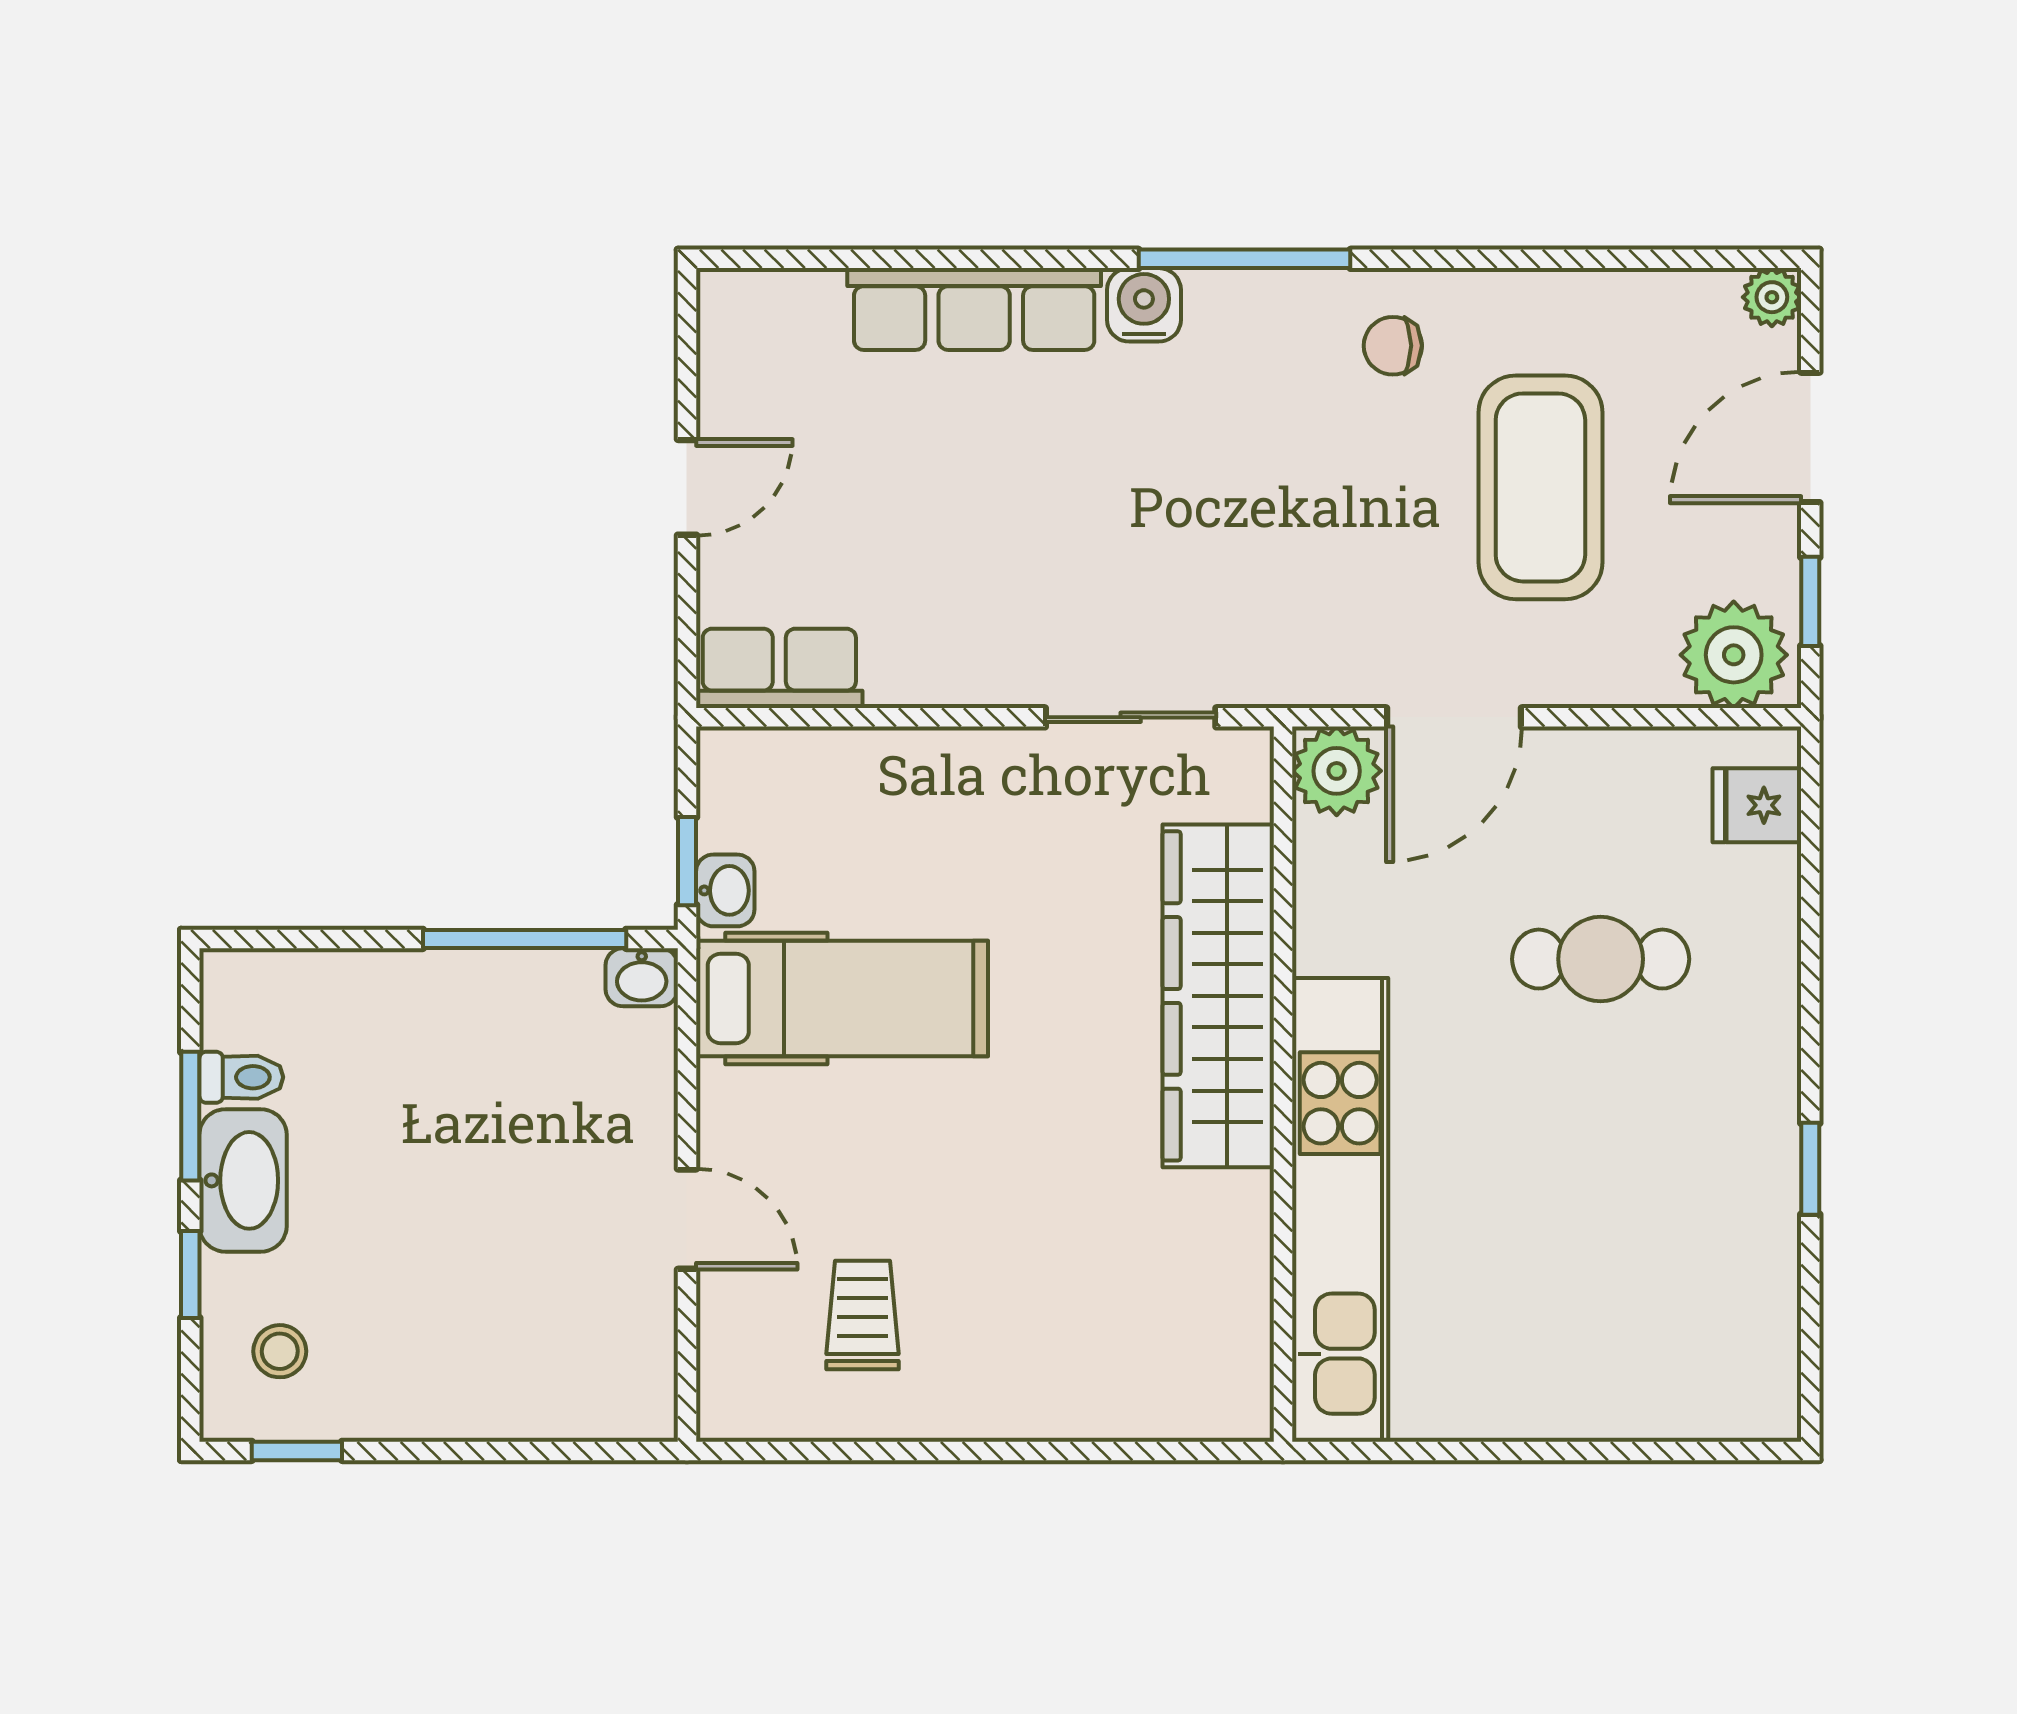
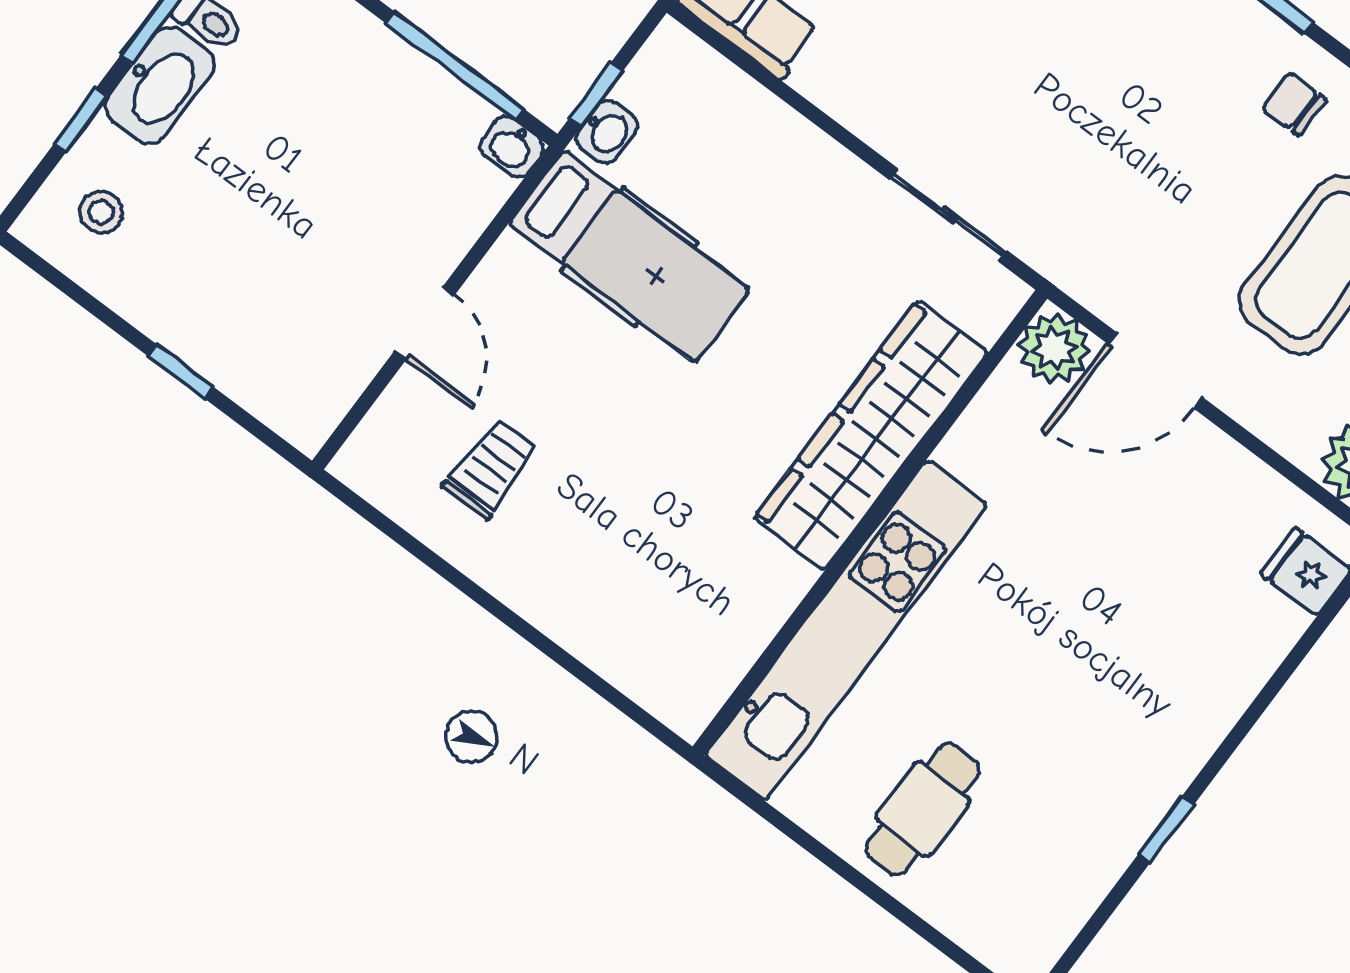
cafe table: (1601, 959) -> (923, 809), moved, turned 90
window: (297, 1451) -> (181, 372), moved

